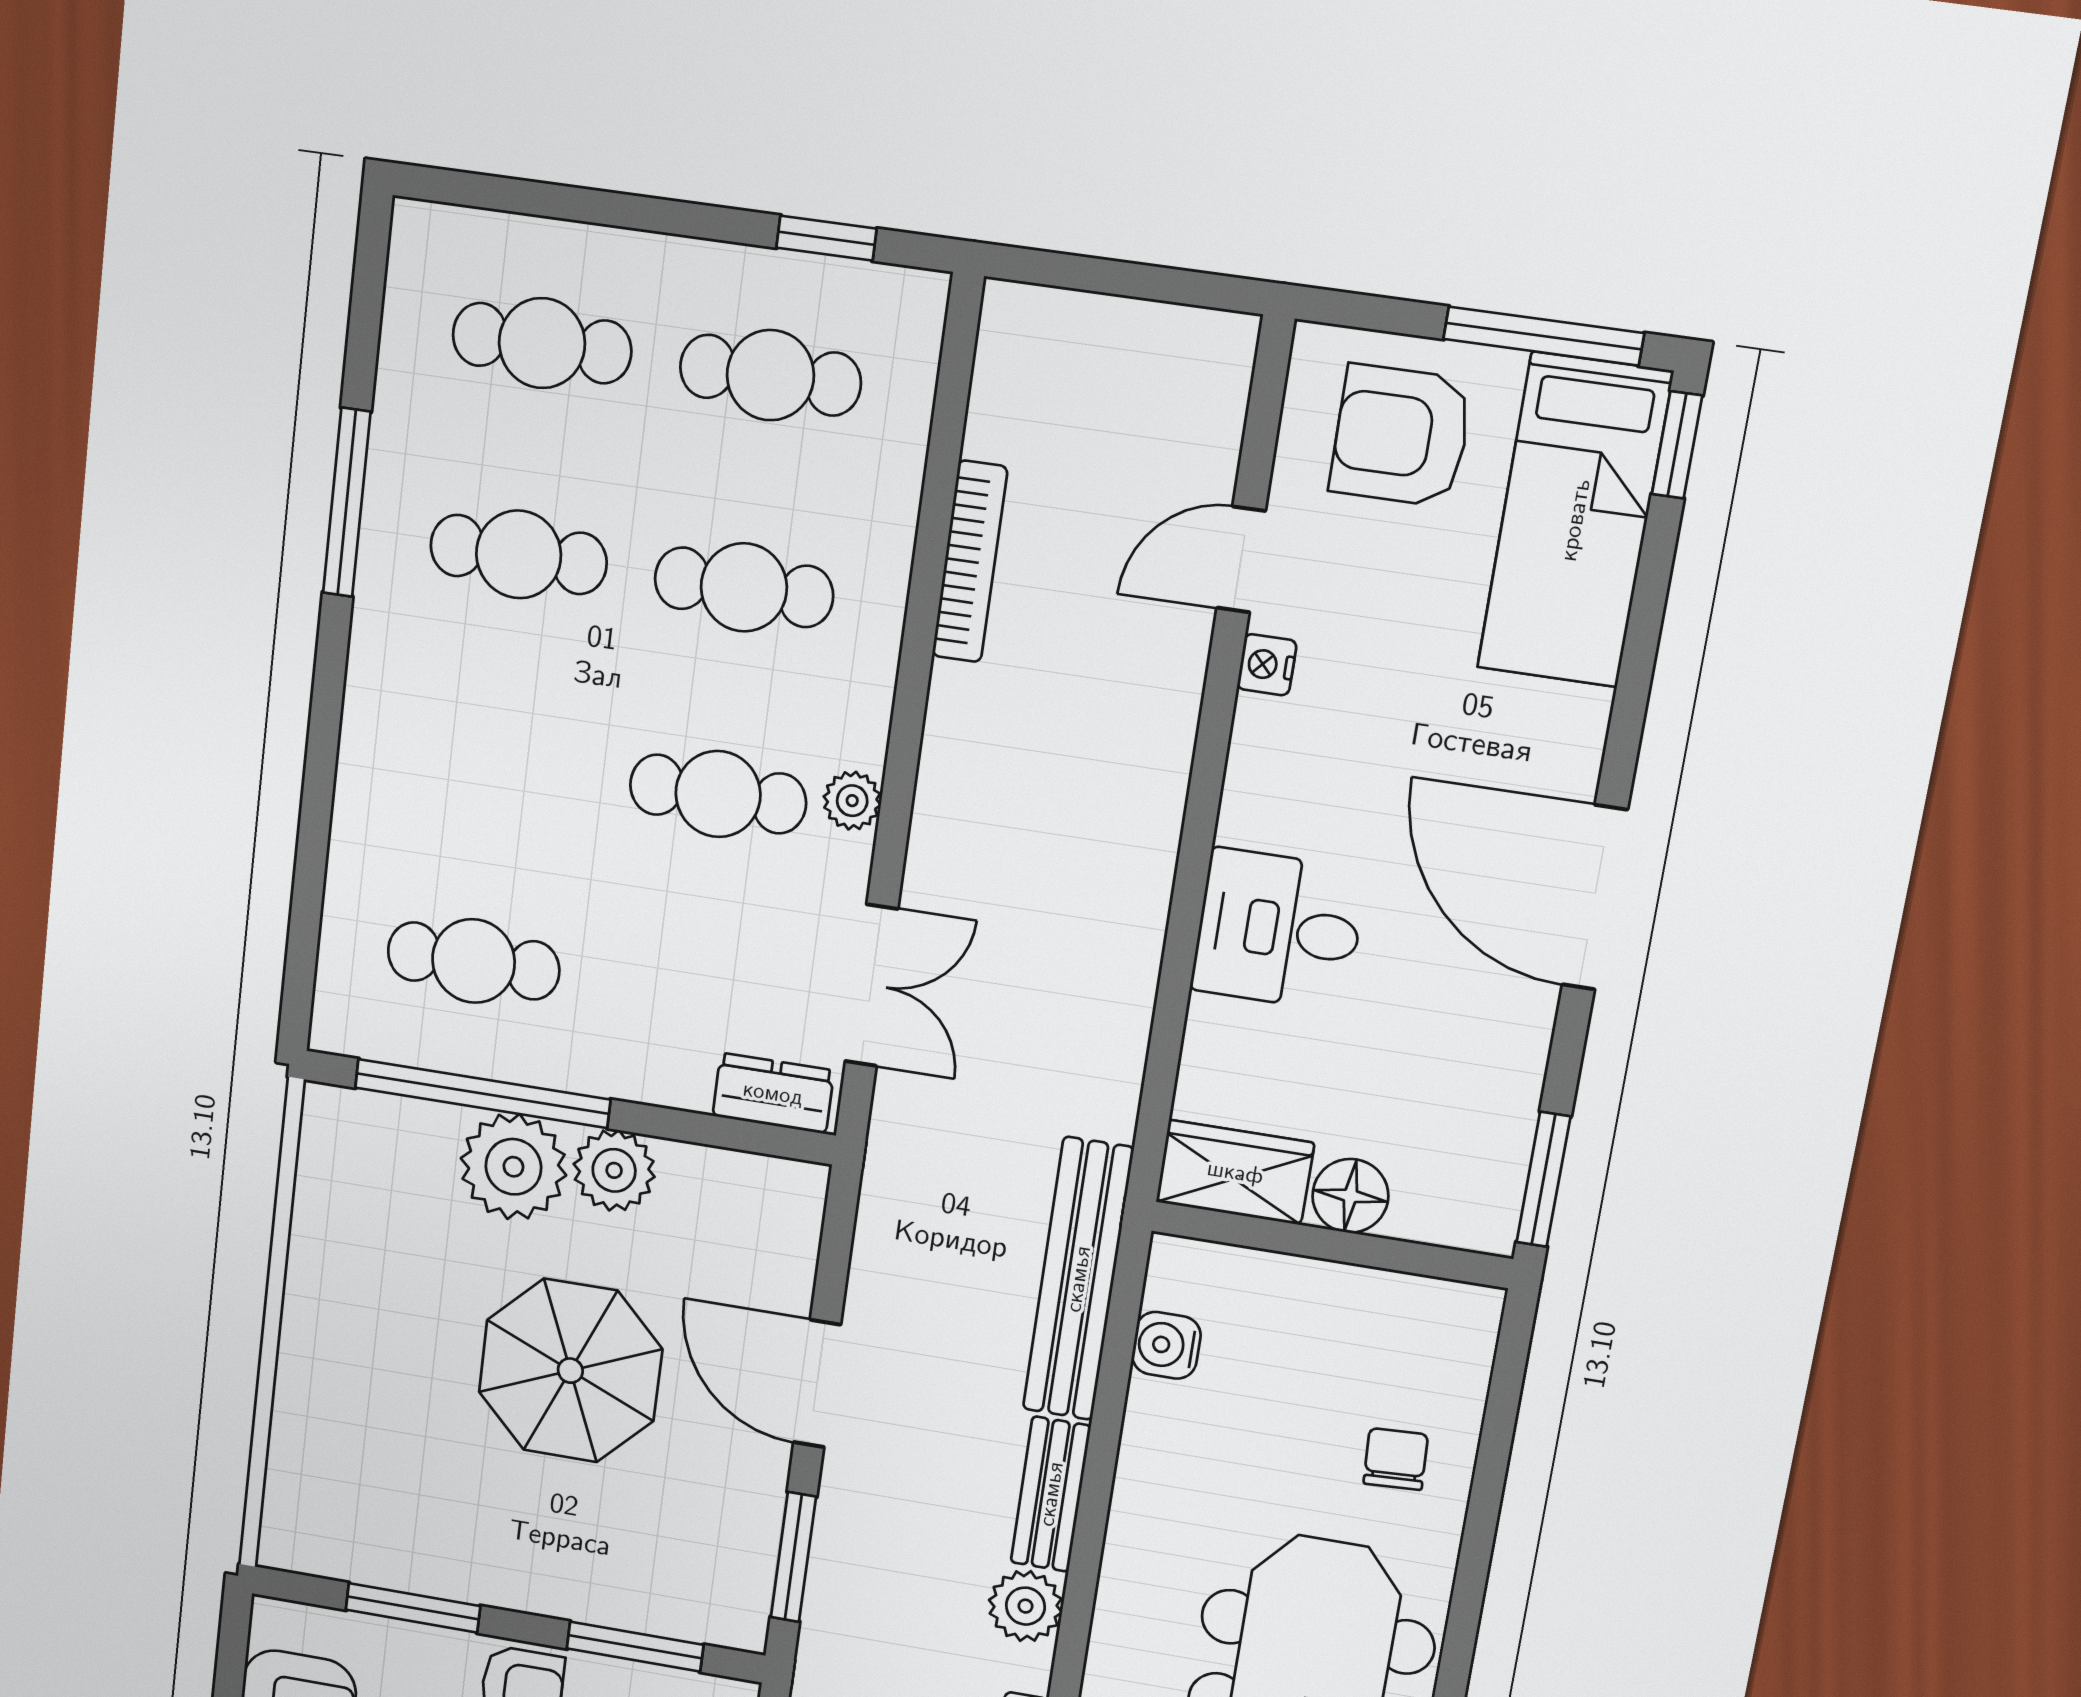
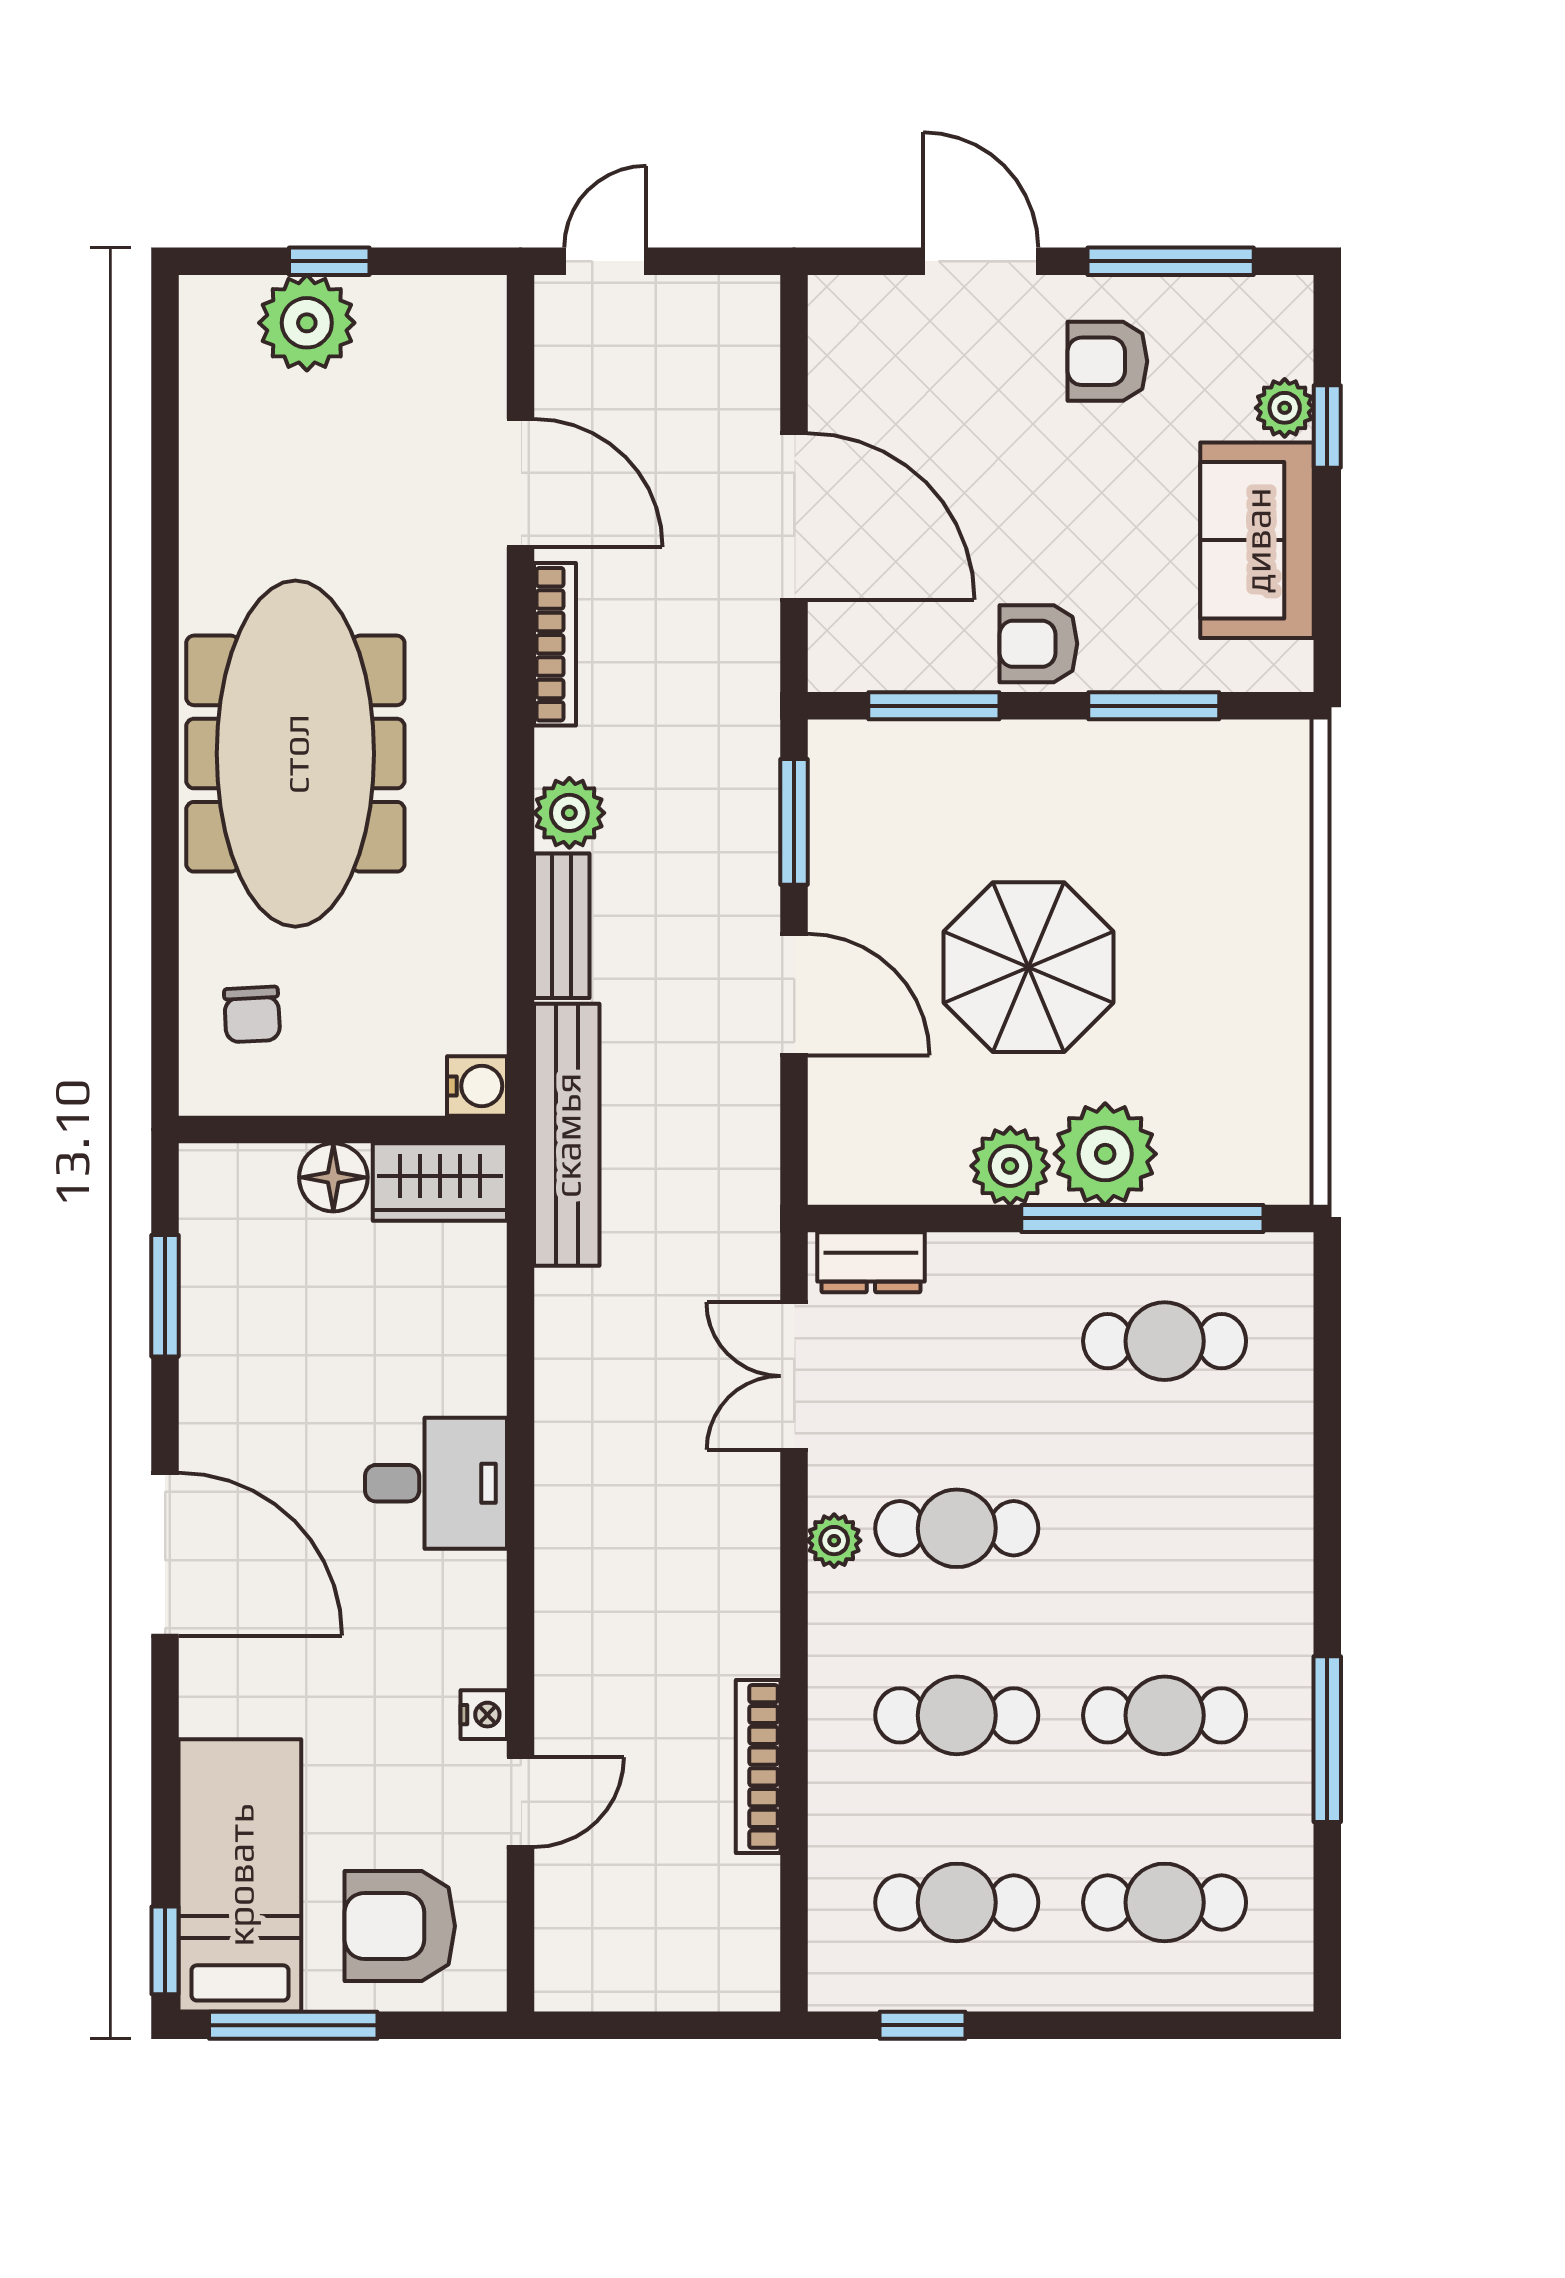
armchair: (1401, 436) -> (400, 1926), turned 180
wardrobe: (1235, 1172) -> (440, 1182), moved
floor lamp: (1350, 1196) -> (333, 1177), moved
wall: (1331, 1245) -> (343, 1130), moved

